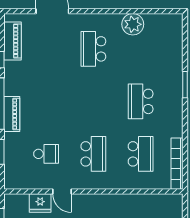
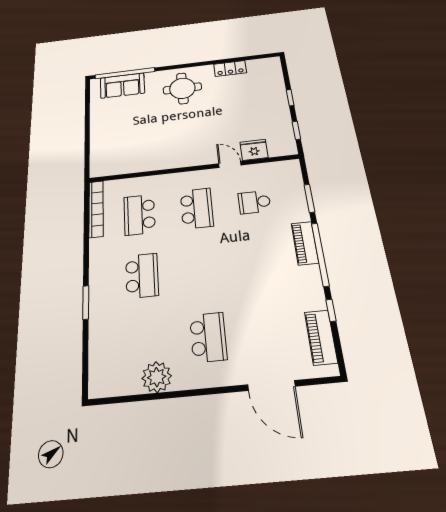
school desk: (93, 154) -> (197, 208), turned 180

